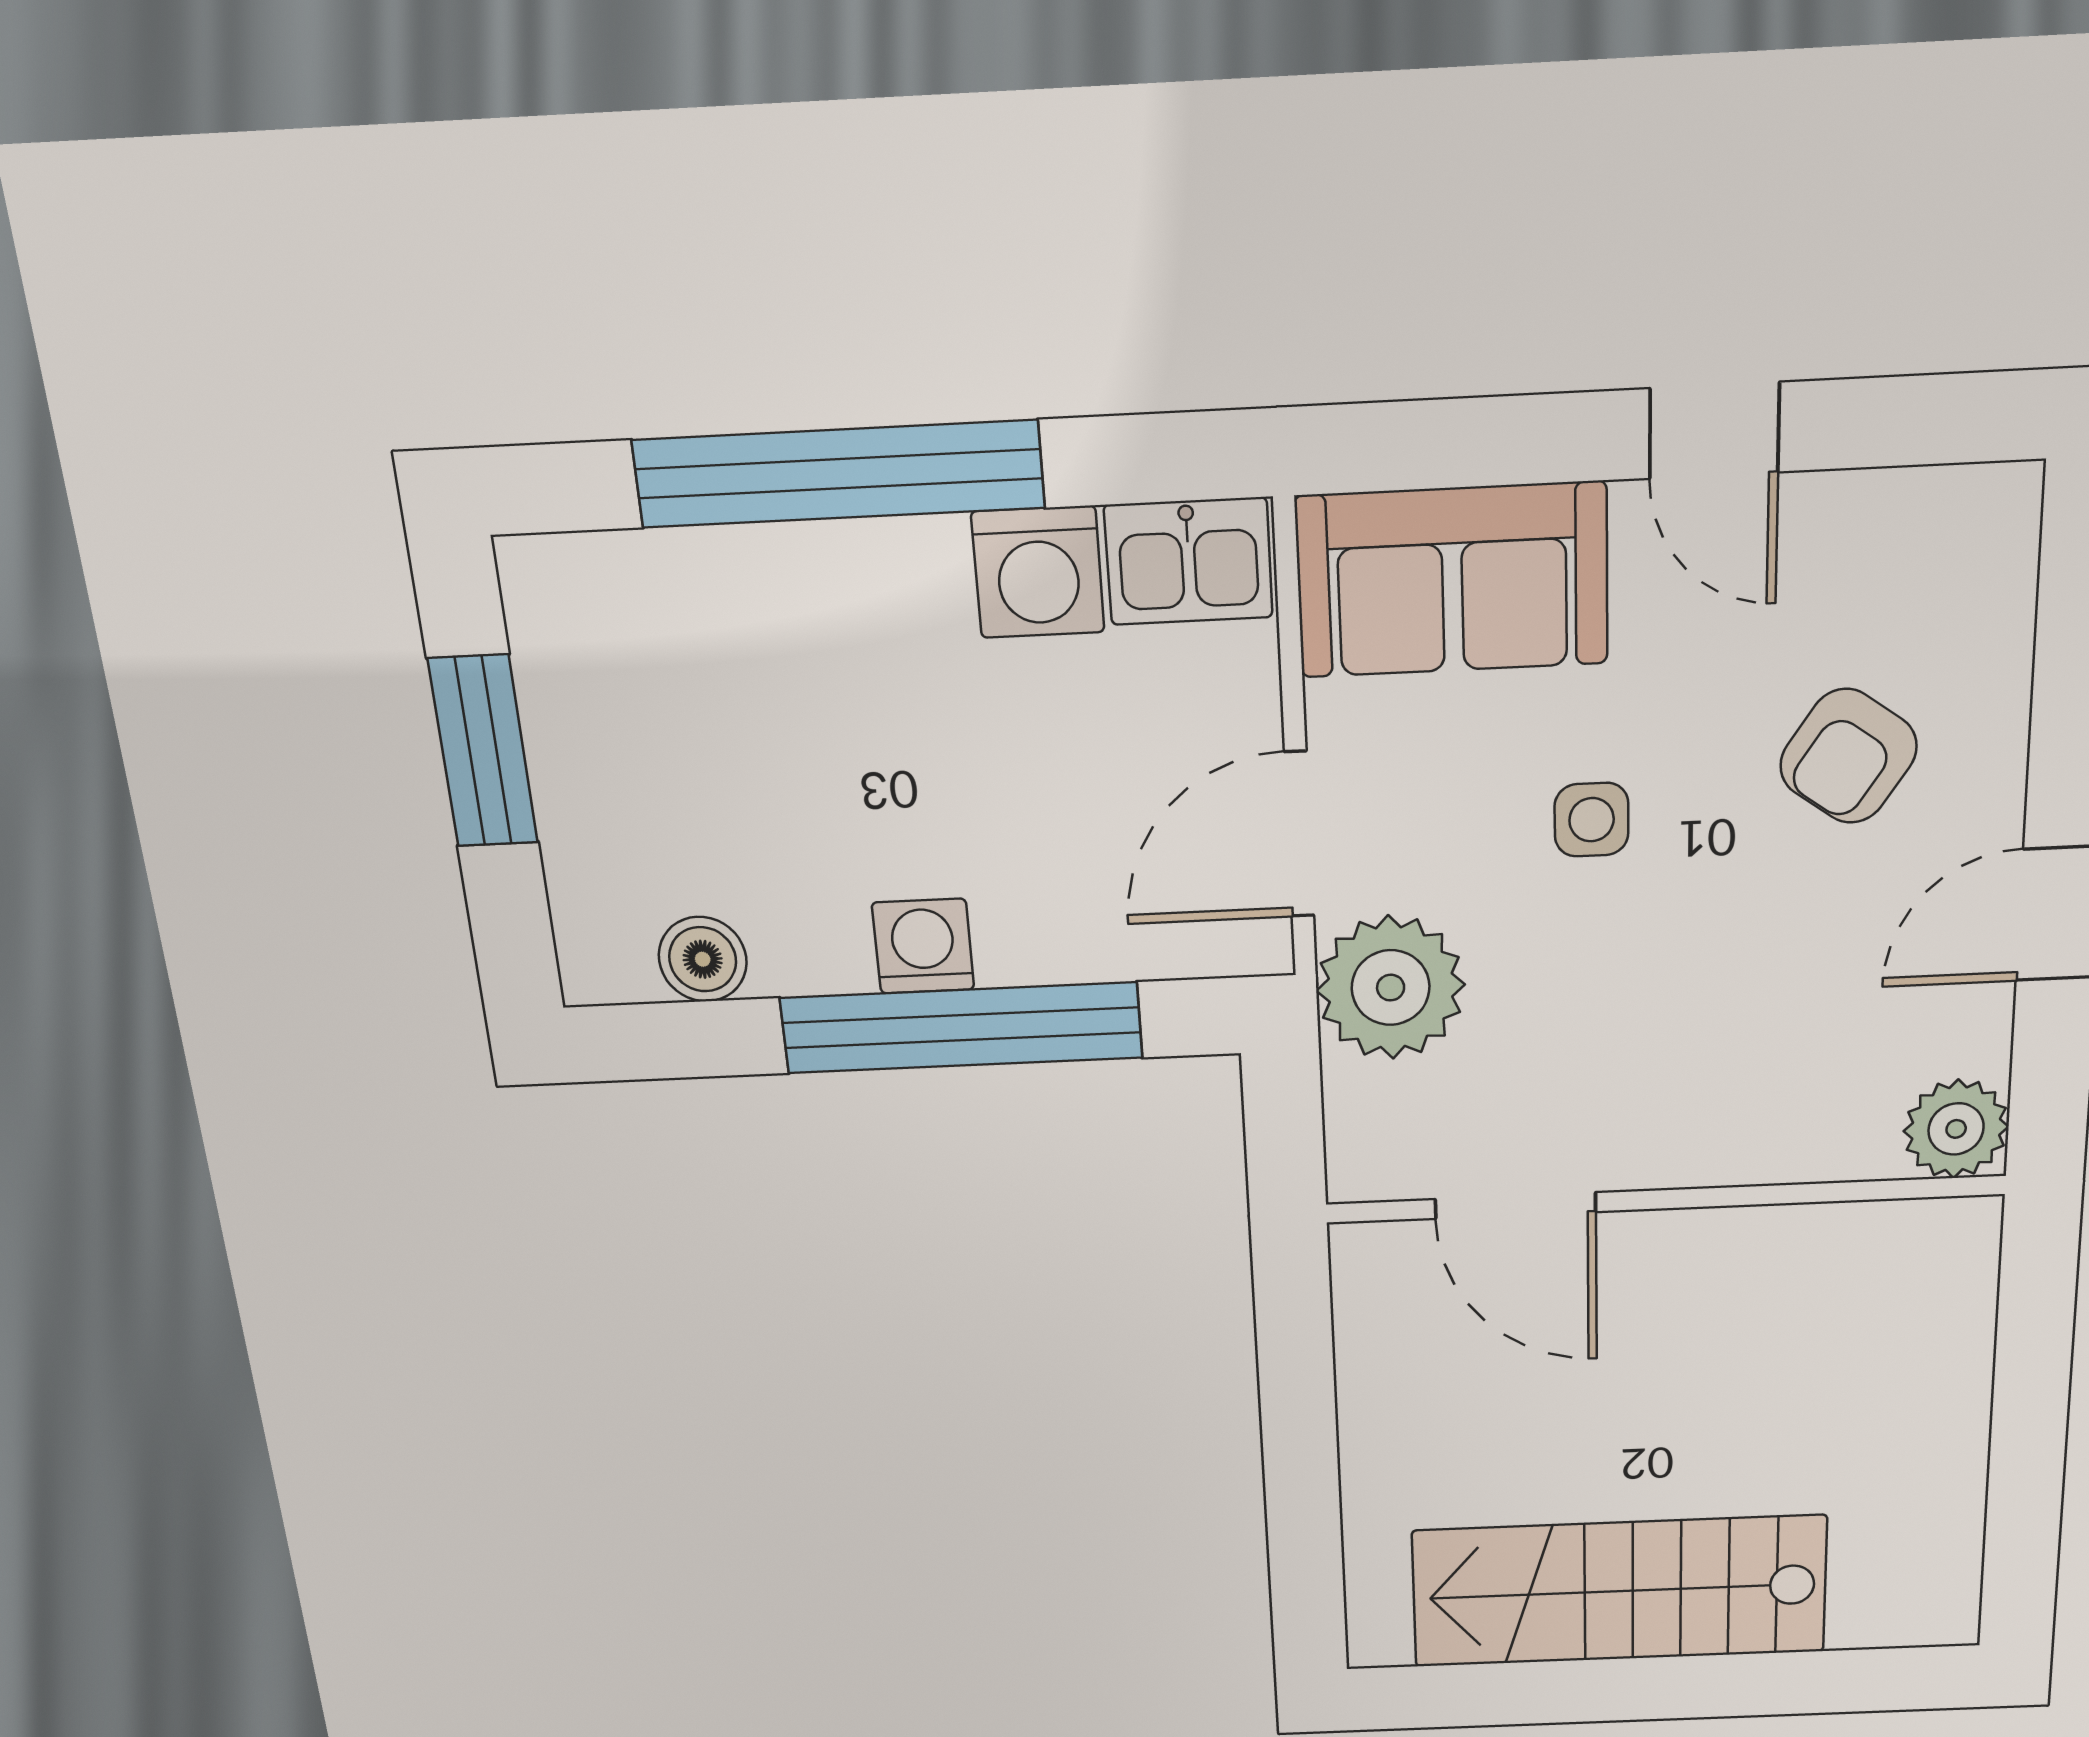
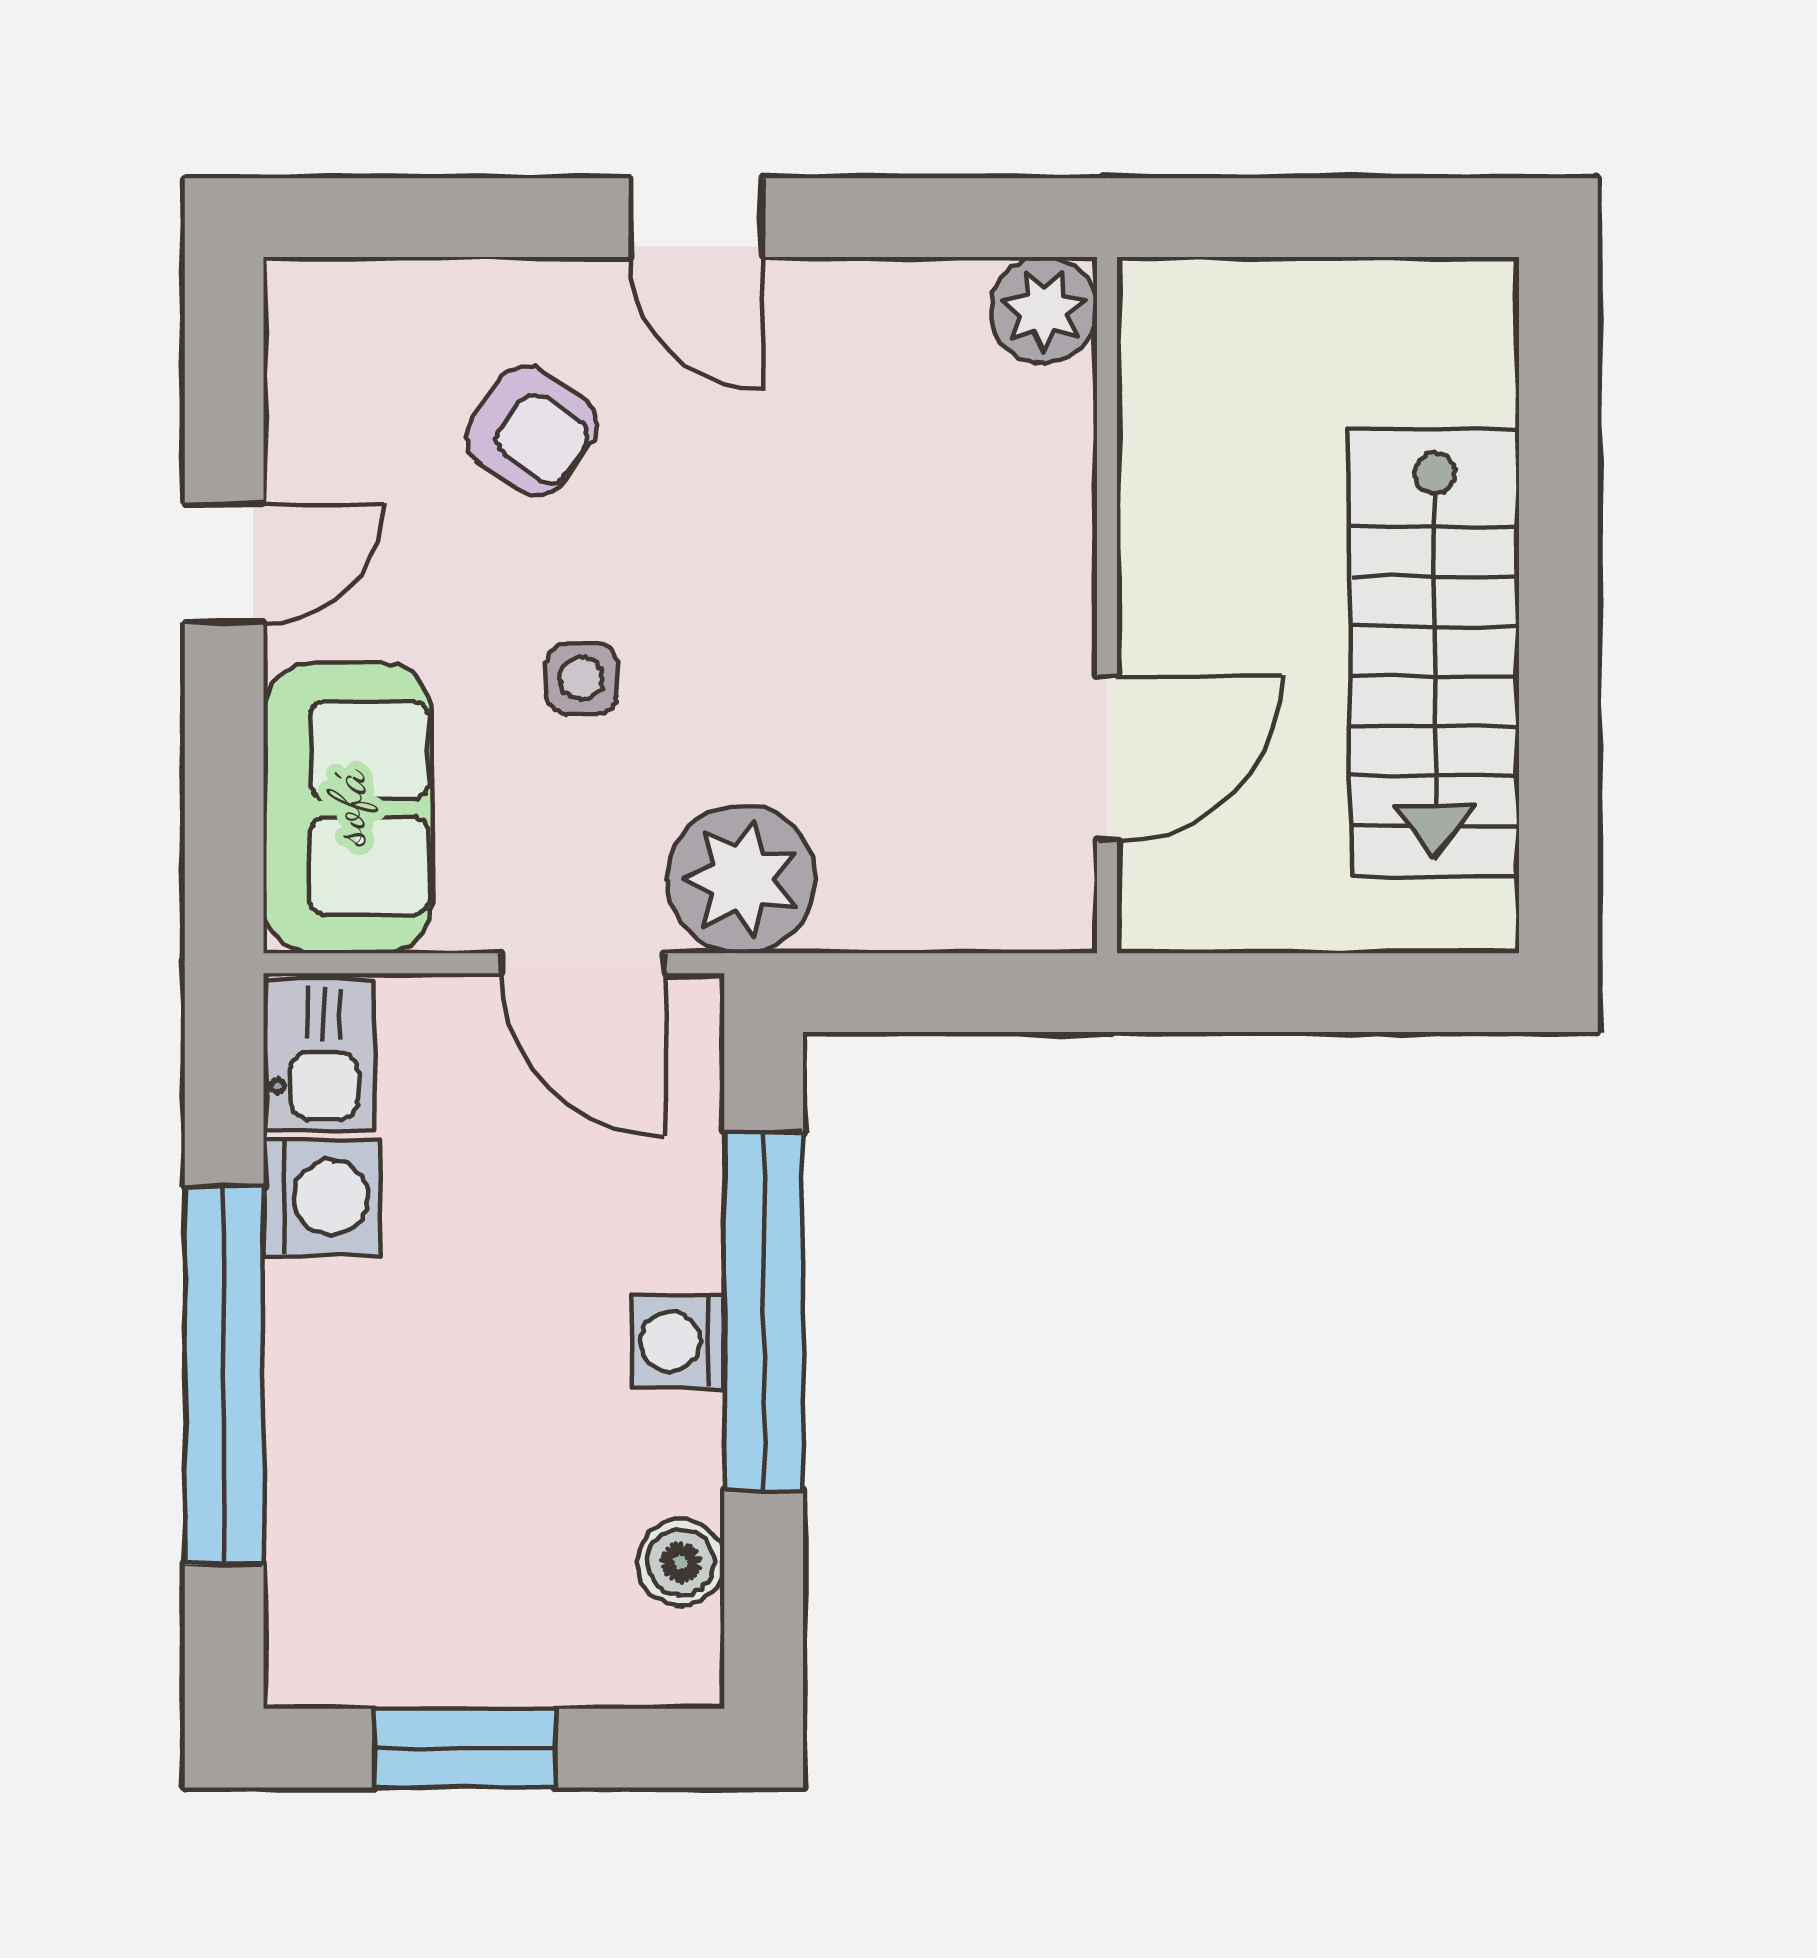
plant: (1956, 1129) -> (1044, 310), moved
wall: (1665, 1199) -> (1107, 605), moved
door: (1515, 1206) -> (1107, 758), moved

